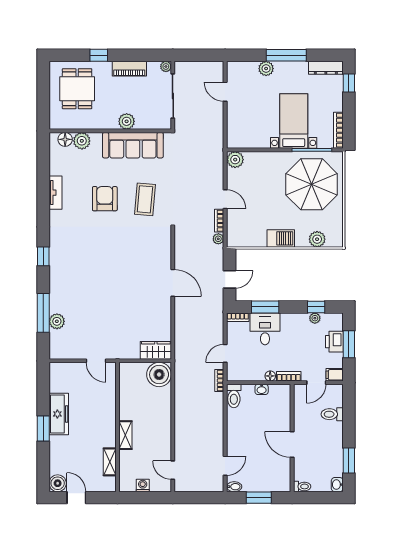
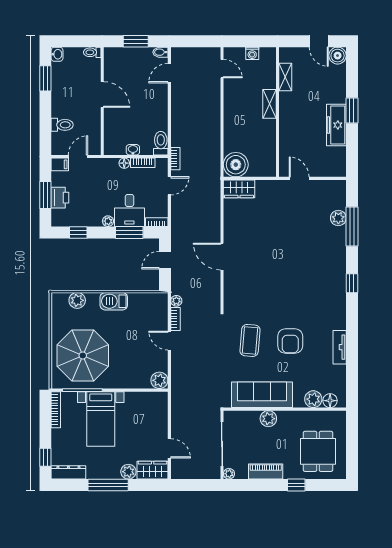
wardrobe: (242, 70) -> (153, 470), added
plant: (315, 318) -> (108, 221), moved
bookcase: (289, 376) -> (143, 163), moved

